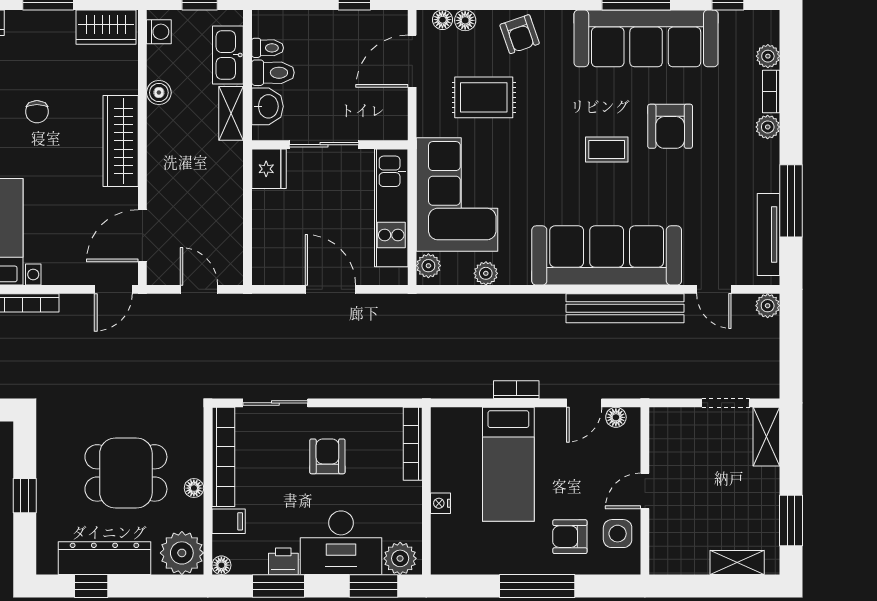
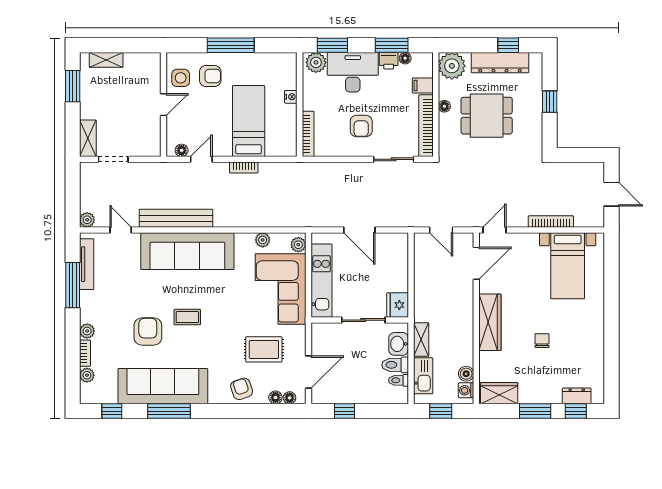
boiler: (159, 93) -> (466, 374), moved
floor lamp: (221, 565) -> (405, 58), moved

